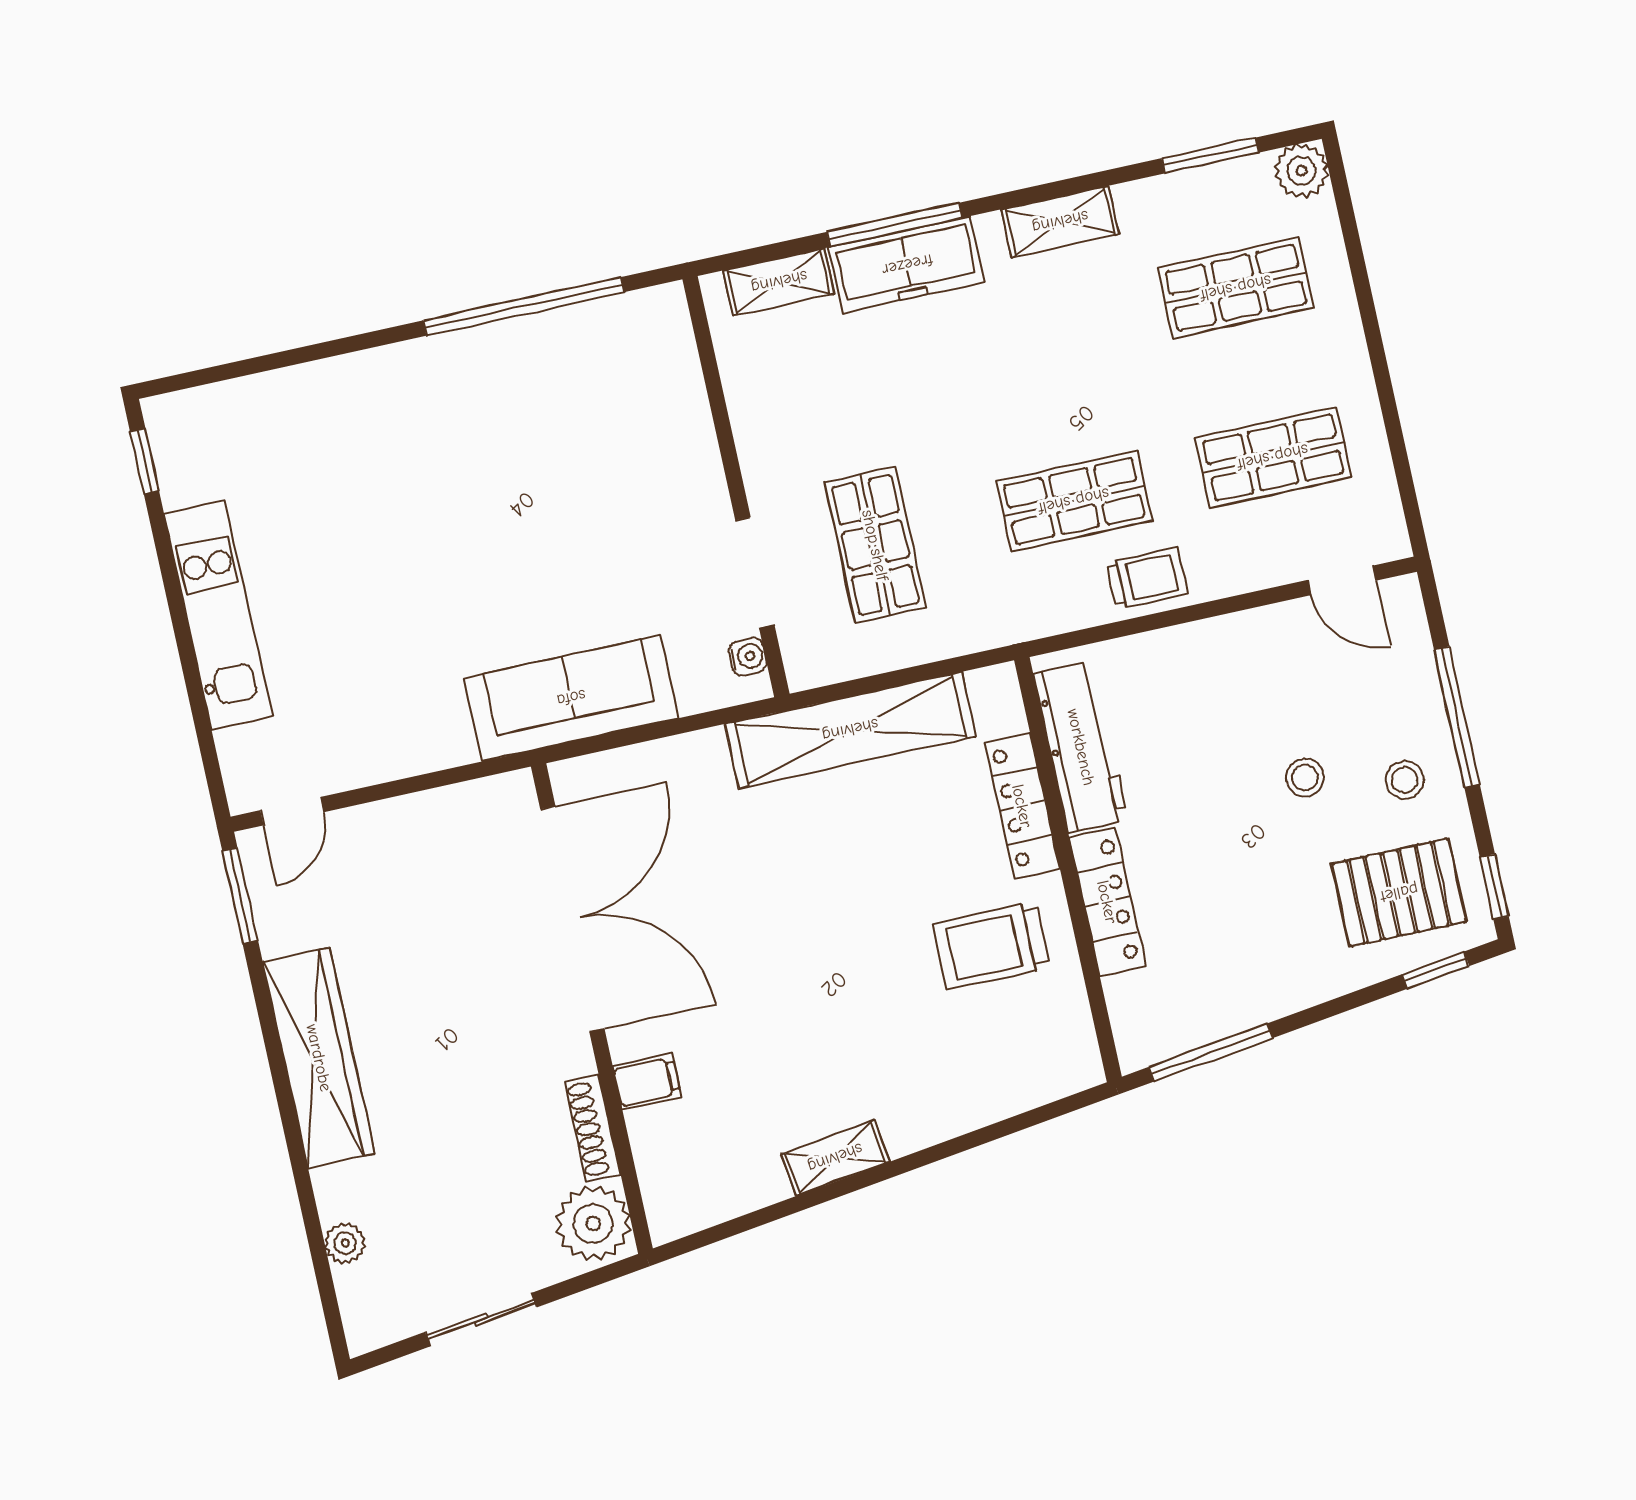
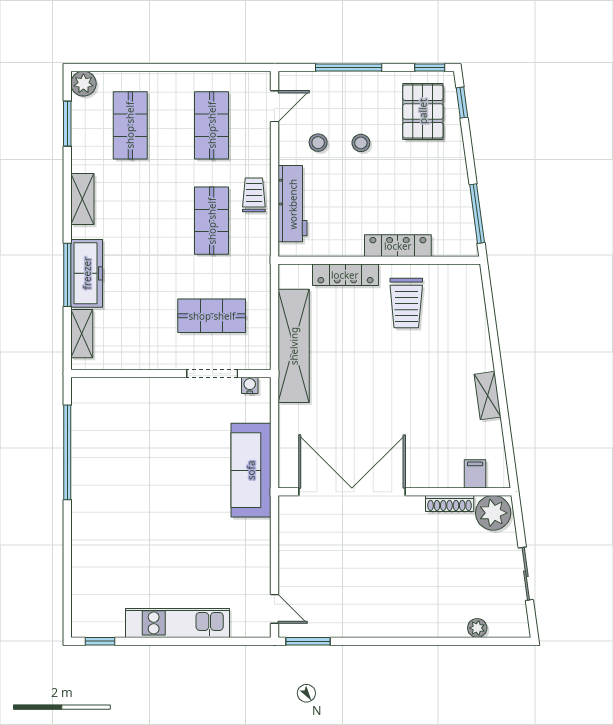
workbench: (1081, 747) -> (293, 204), moved, turned 90
stool: (1405, 780) -> (318, 143), moved
wardrobe: (319, 1058) -> (390, 622), removed
filing cabinet: (647, 1081) -> (475, 474), moved

